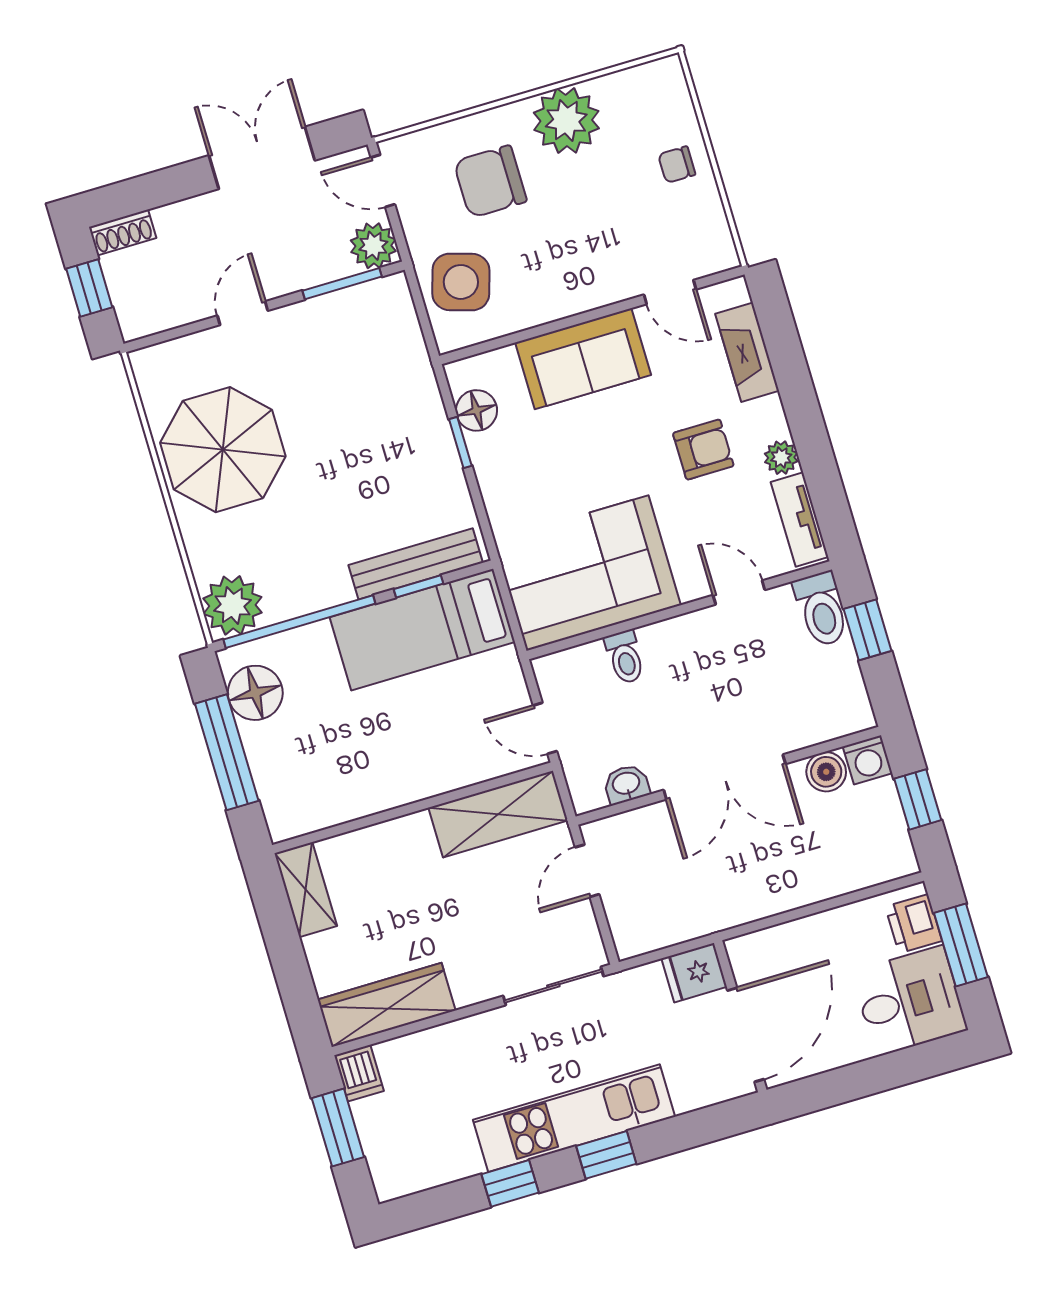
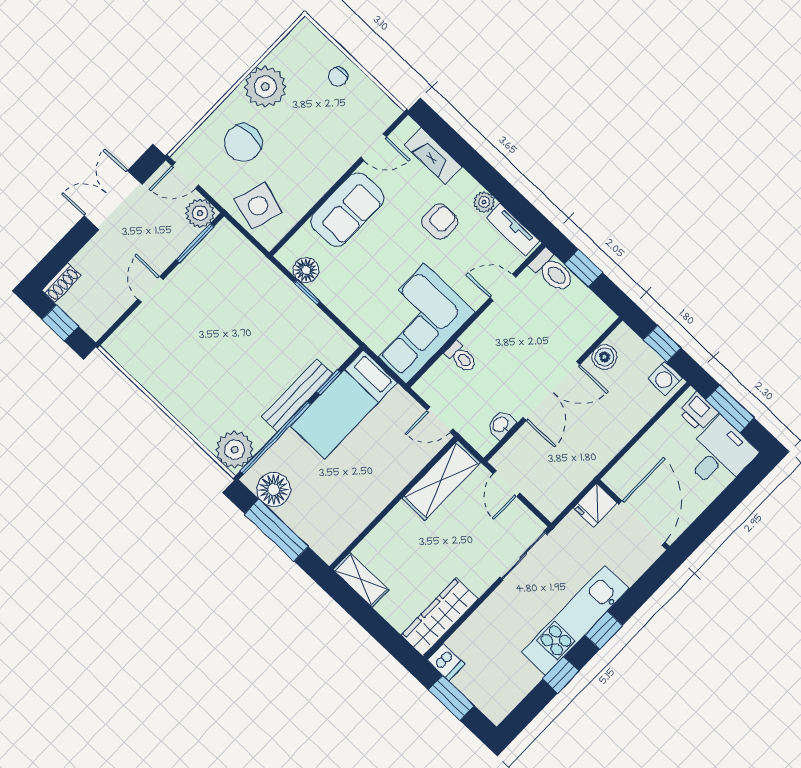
parasol: (223, 450) -> (182, 369), removed
bench: (416, 564) -> (297, 395), moved
washing machine: (868, 760) -> (665, 378), moved, turned 90

